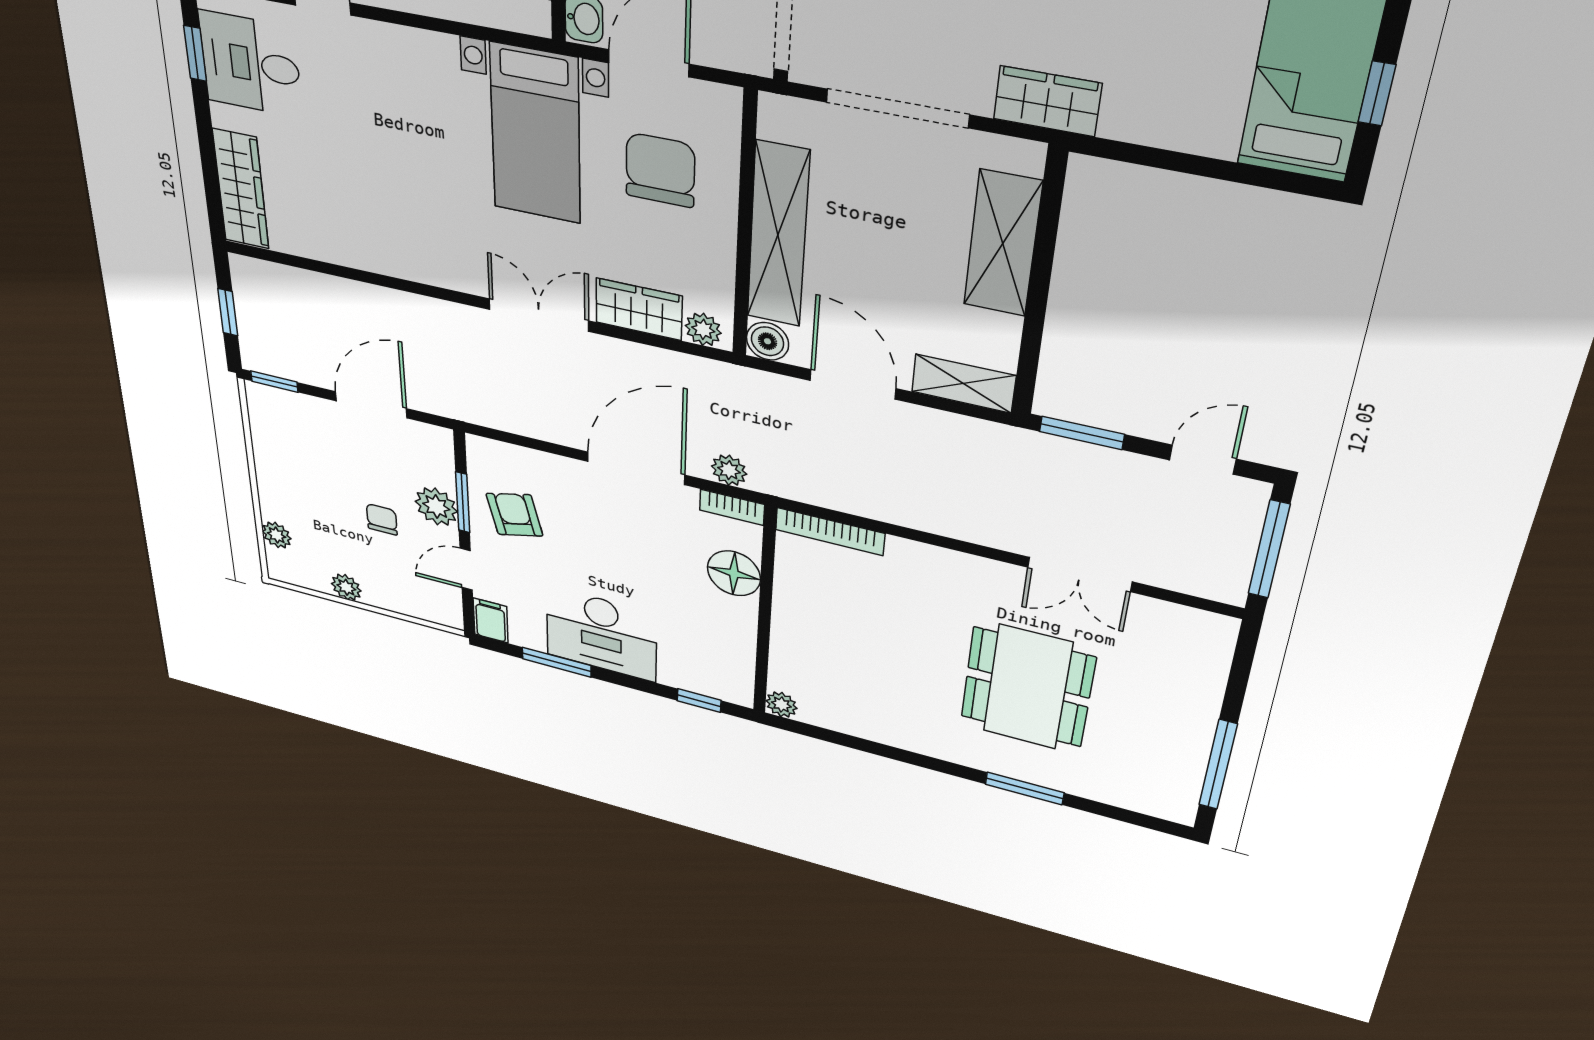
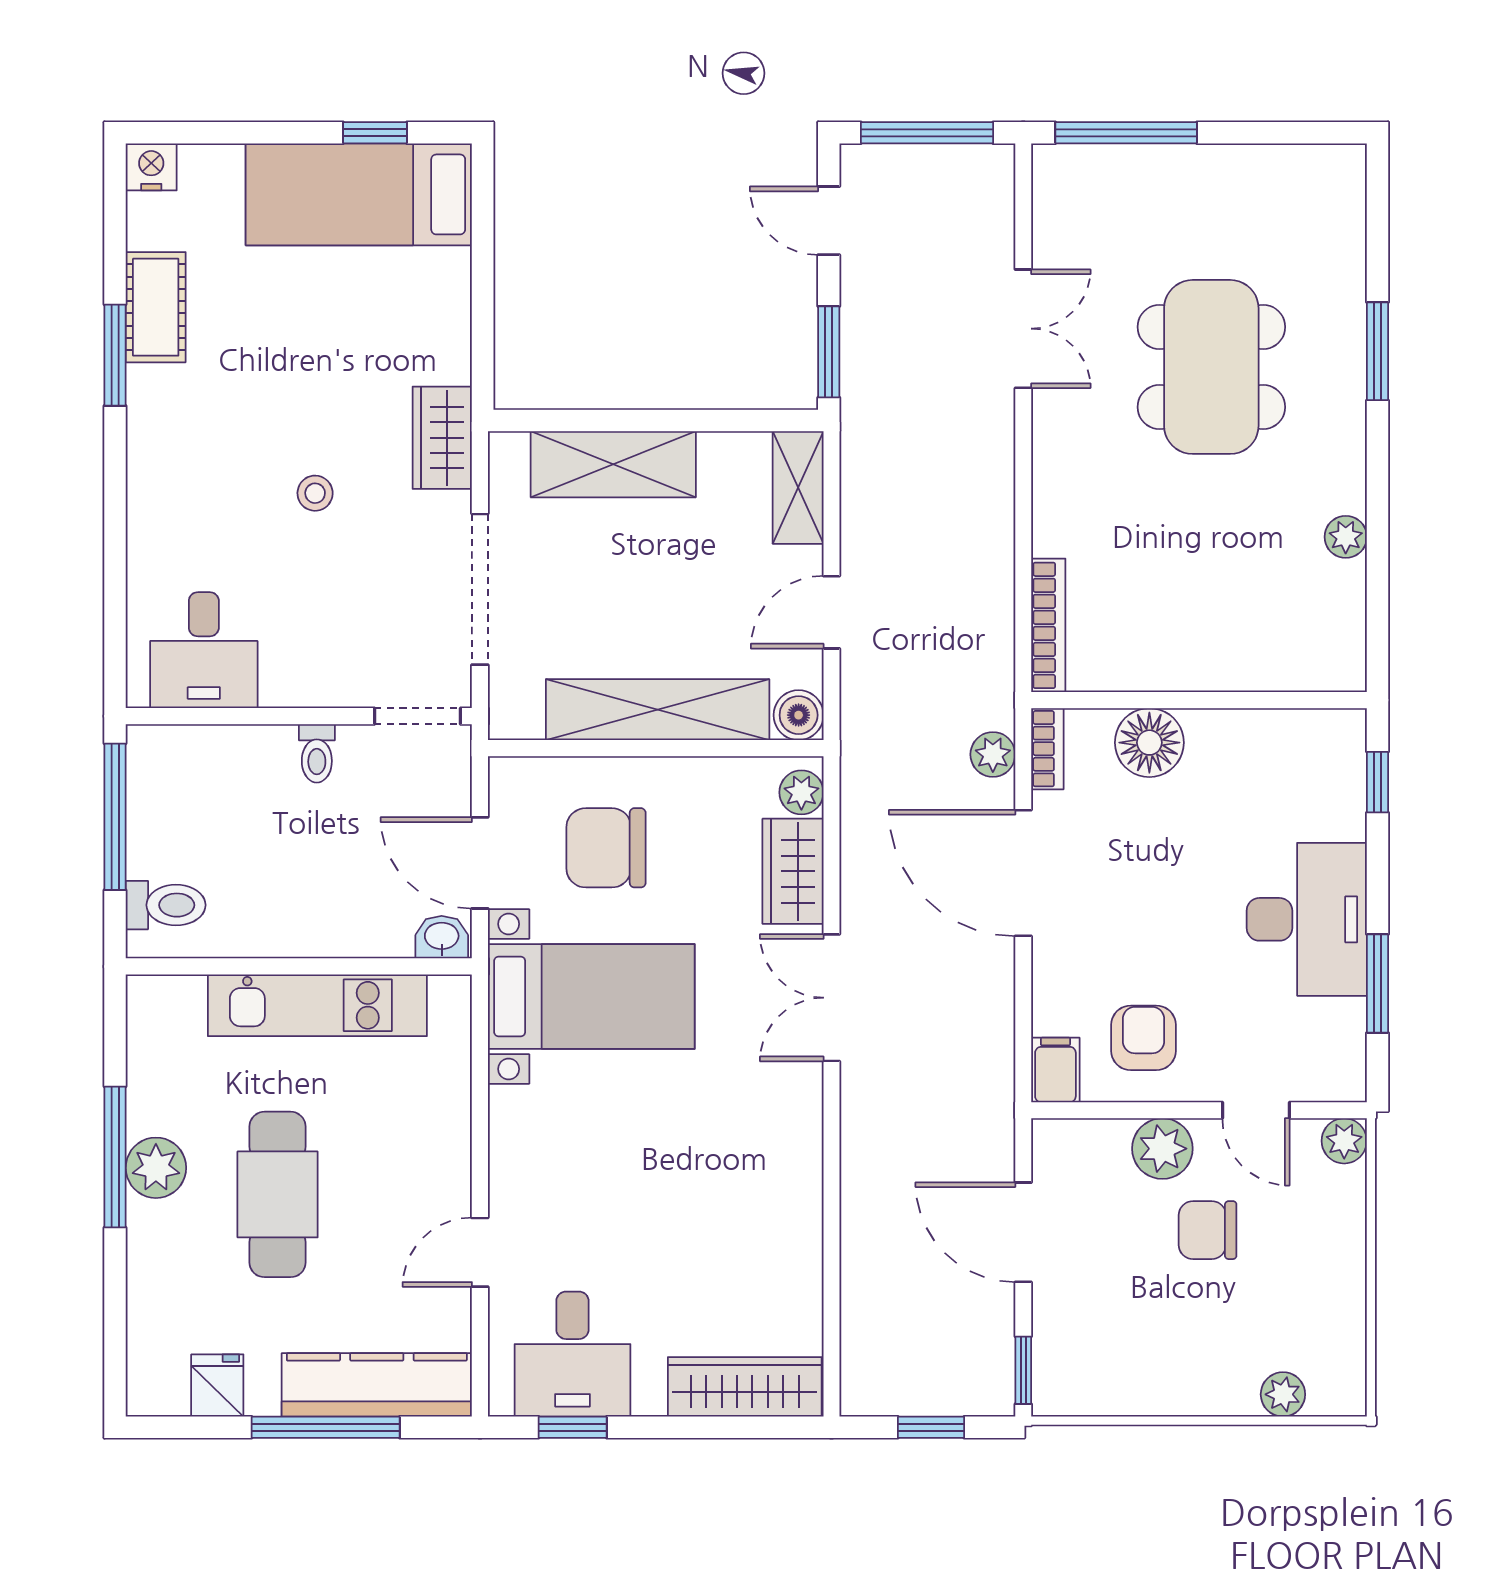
door: (853, 384) -> (831, 612), width x0.73
window: (463, 502) -> (1145, 1110), removed
armchair: (514, 515) -> (1144, 1038), turned 104
chair: (382, 519) -> (1208, 1230), width x1.37, depth x1.37
plant: (346, 587) -> (1344, 1141), moved
filing cabinet: (491, 620) -> (1055, 1070), moved, turned 90
dining table: (1028, 687) -> (1211, 367), turned 90
plant: (781, 704) -> (1346, 537), moved
window: (1218, 765) -> (1126, 133), moved

